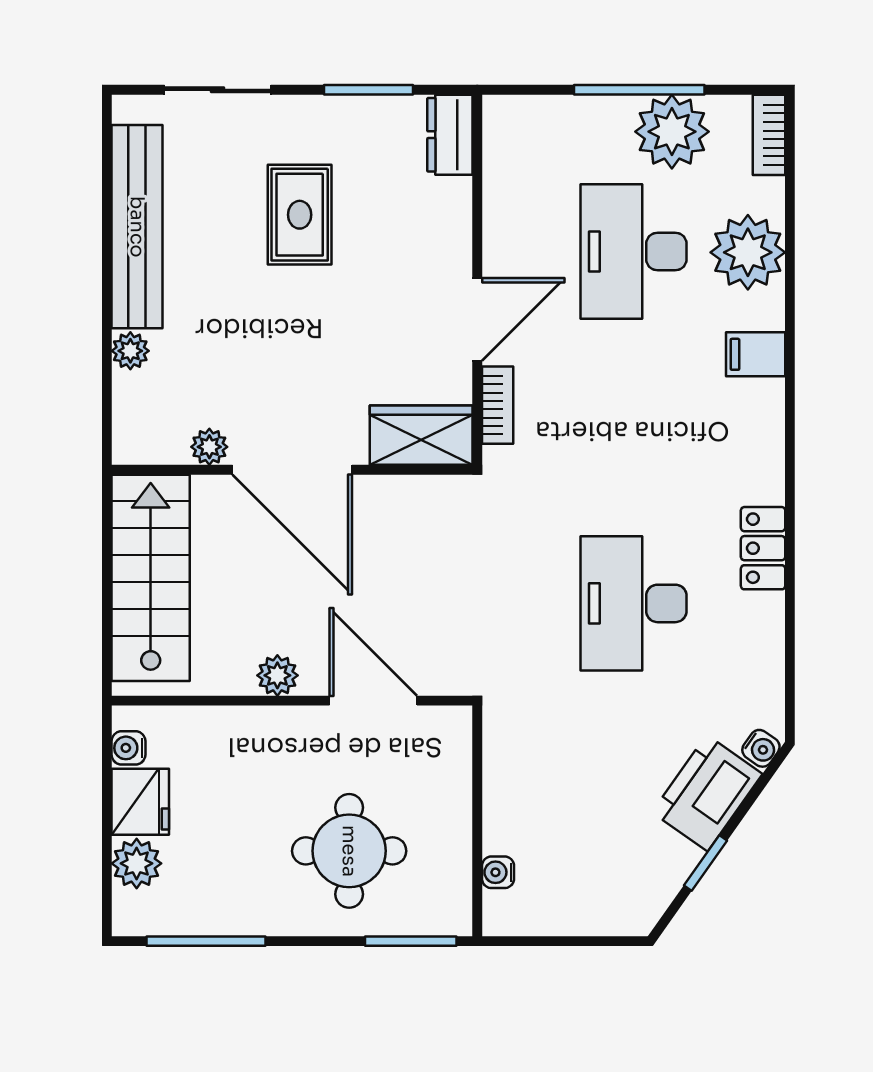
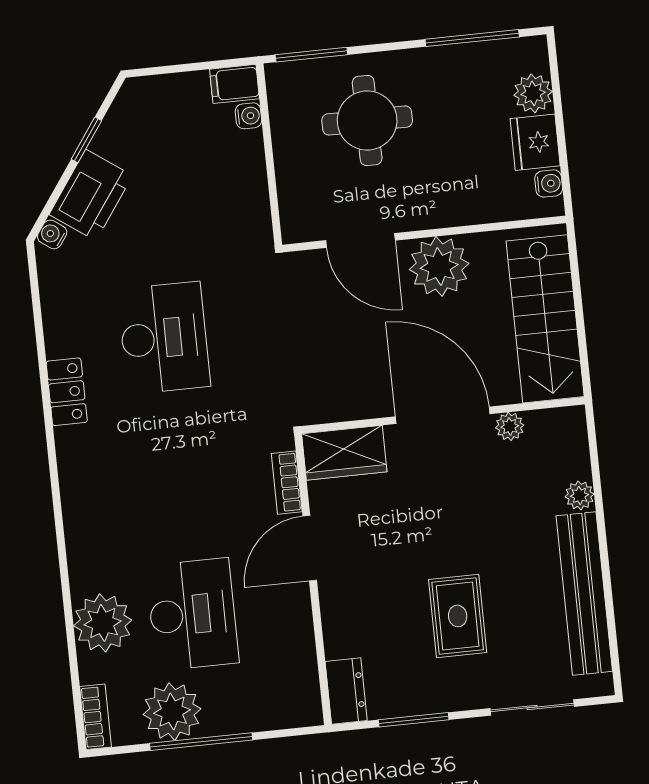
filing cabinet: (756, 354) -> (234, 84), moved, turned 180
plant: (277, 675) -> (439, 266), width x1.87, depth x1.87

